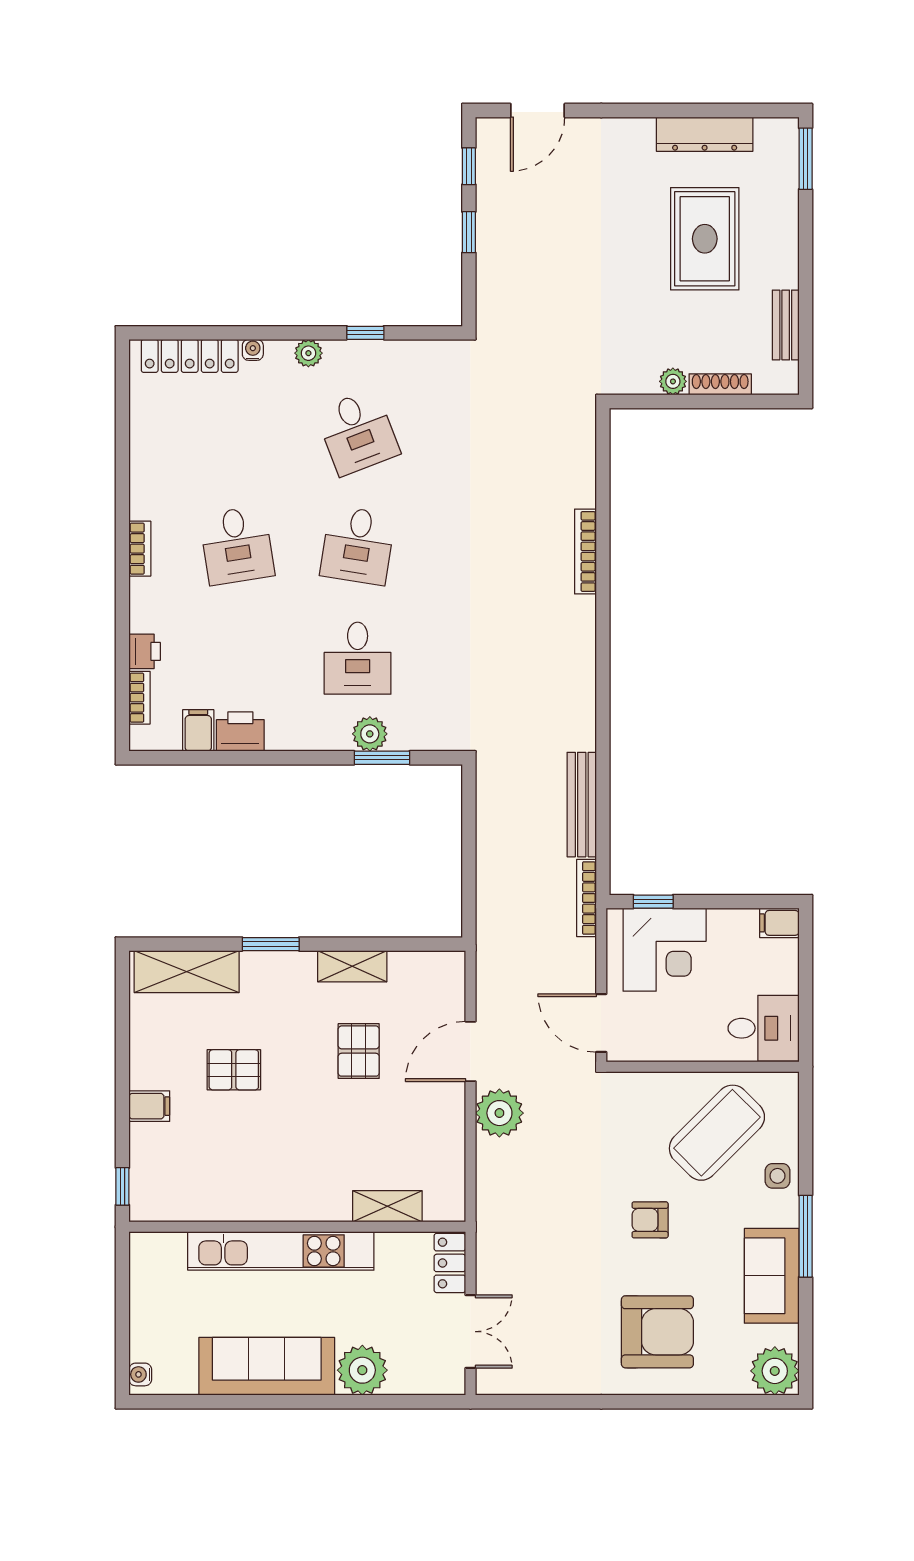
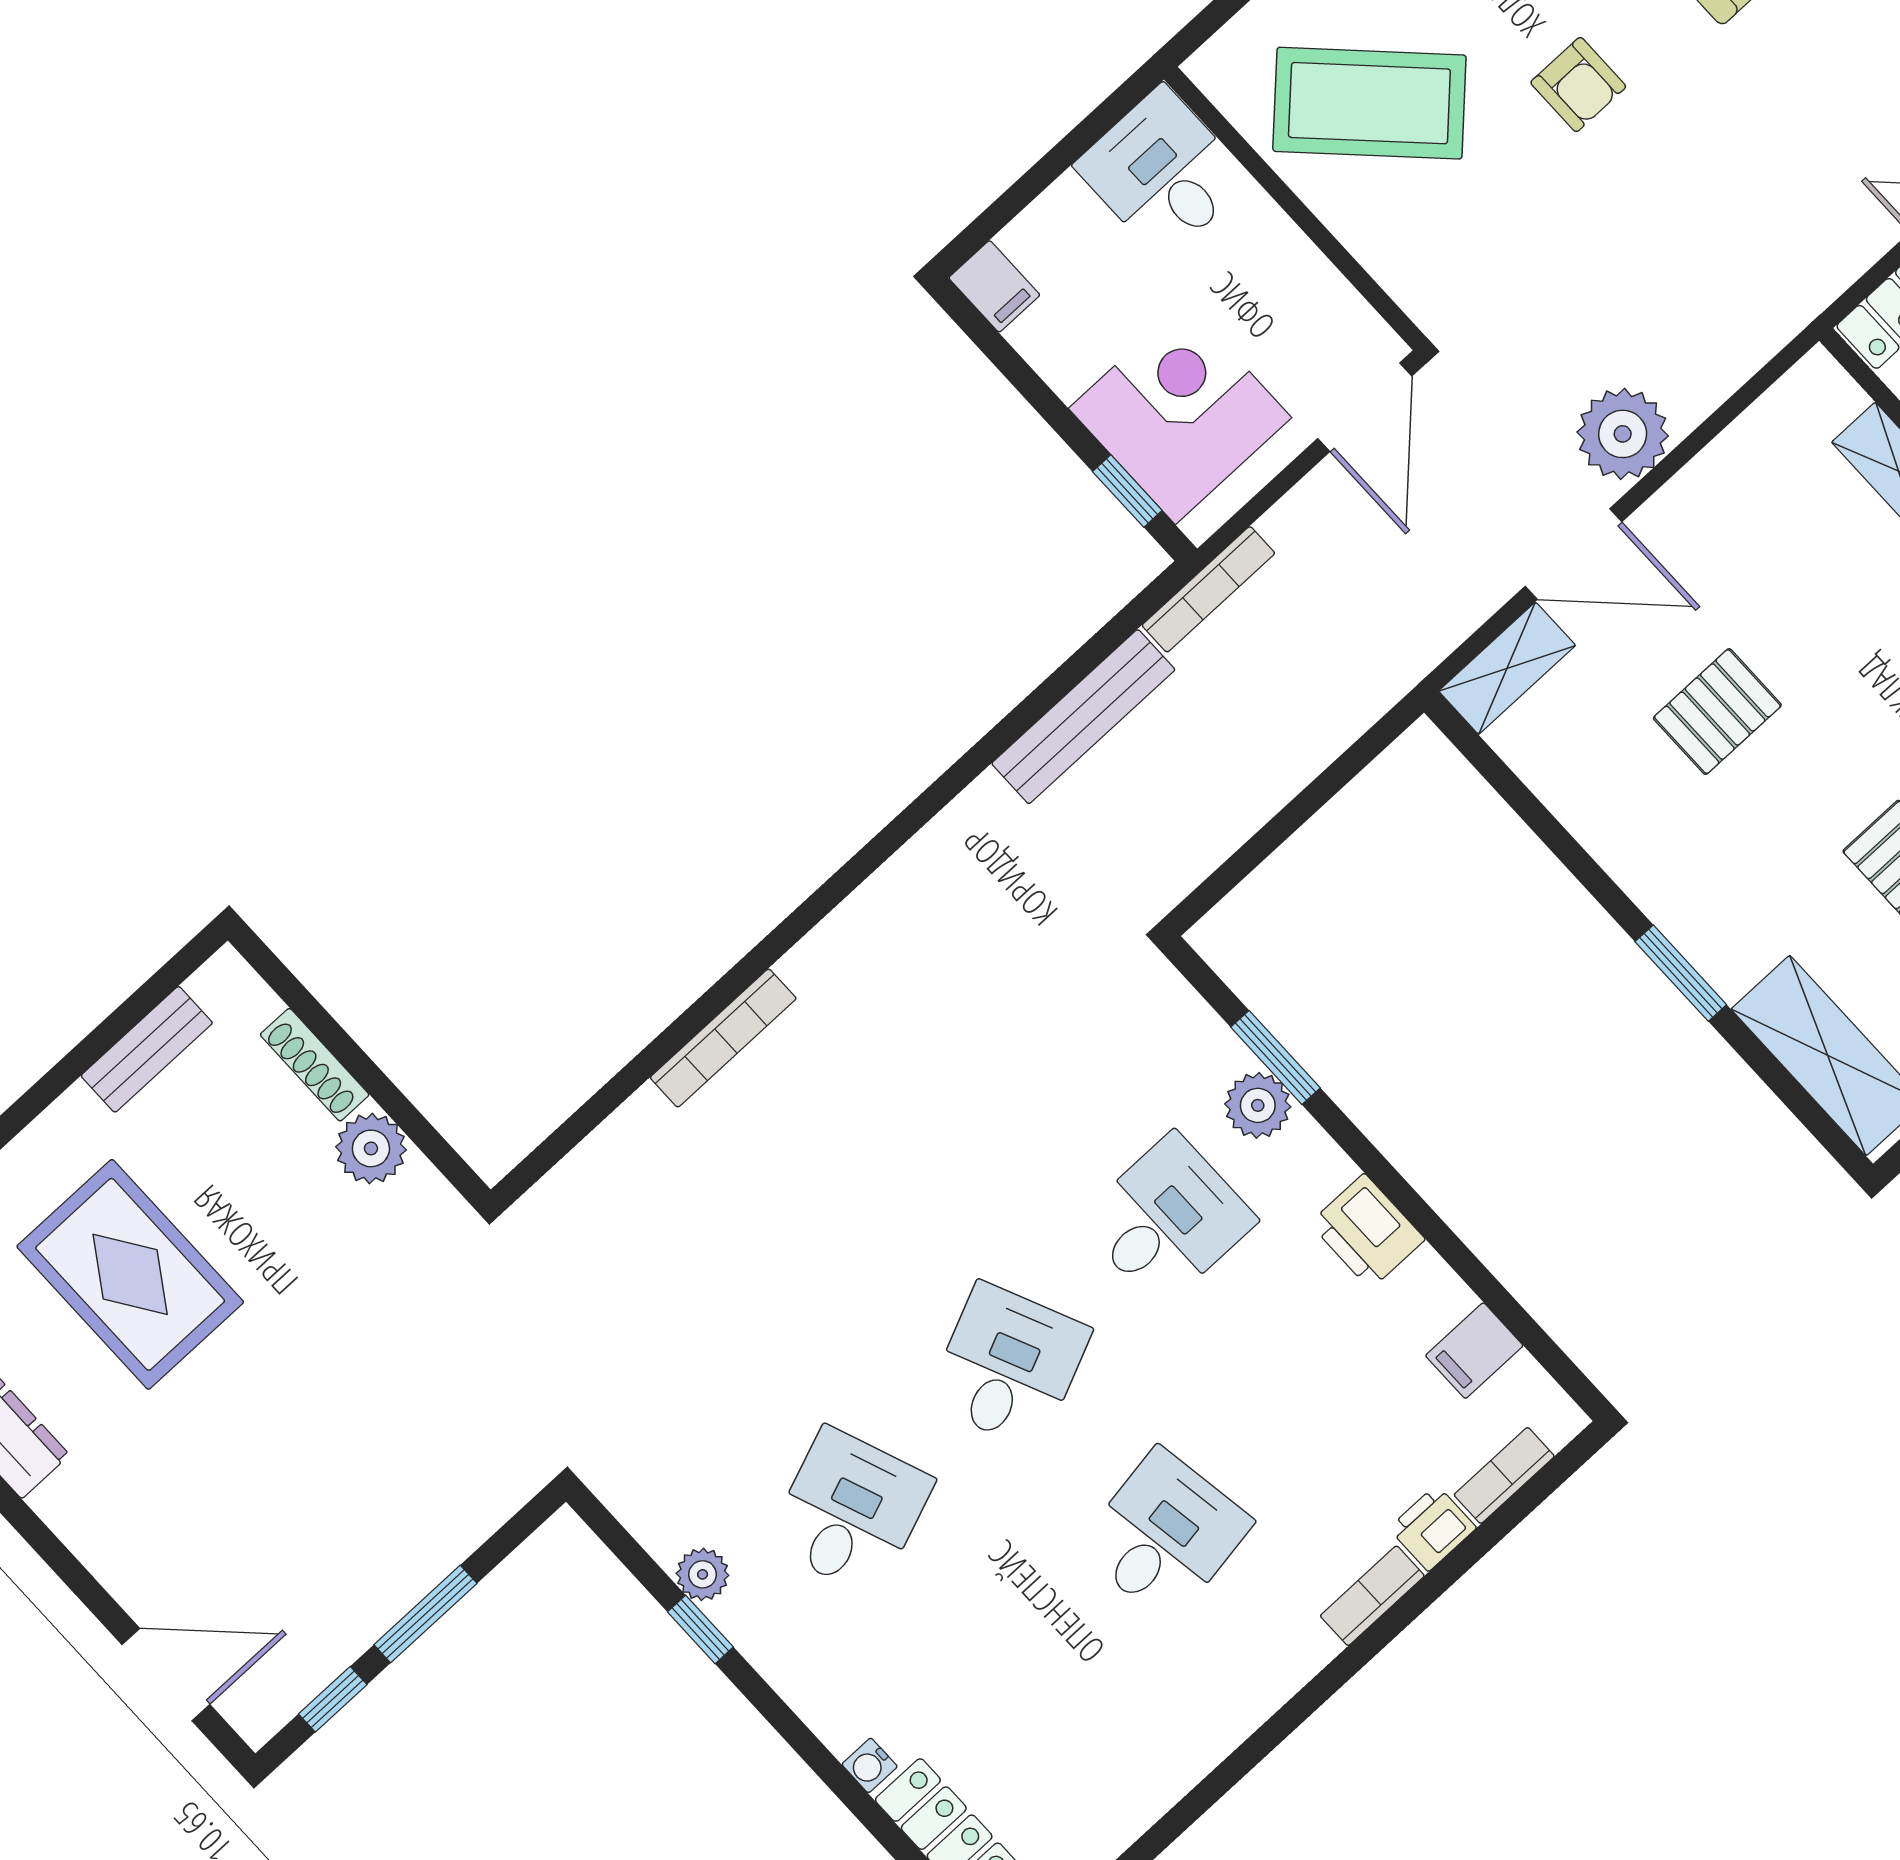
window: (469, 232) -> (425, 1614), width x1.50
rug: (705, 239) -> (130, 1274), turned 90
plant: (308, 353) -> (703, 1574), moved
plant: (673, 381) -> (371, 1148), width x1.38, depth x1.38
desk: (358, 545) -> (1009, 1366), turned -33
bookcase: (140, 549) -> (1372, 1596), moved
printer: (240, 731) -> (1367, 1231), moved
shelving: (352, 966) -> (1507, 668), moved, turned 90

